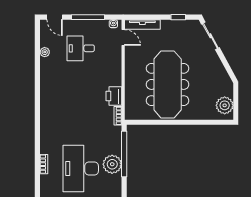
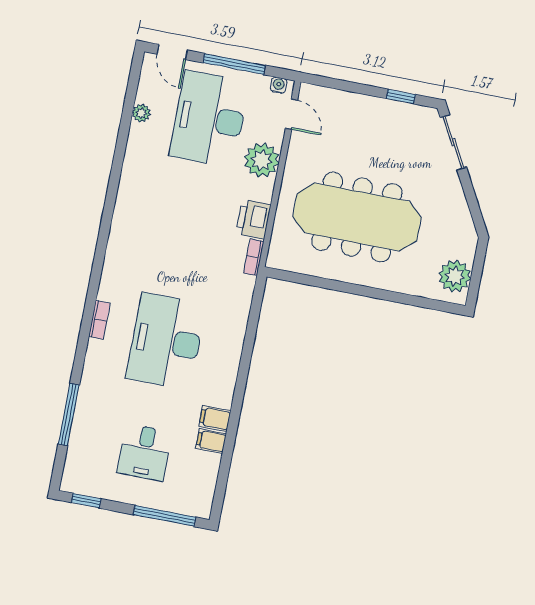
tv unit: (142, 24) -> (332, 97), removed
desk: (81, 48) -> (209, 119), width x1.87, depth x1.30
meeting table: (168, 84) -> (357, 217), turned 90
window: (124, 154) -> (251, 330), removed
plant: (112, 164) -> (262, 160), moved

